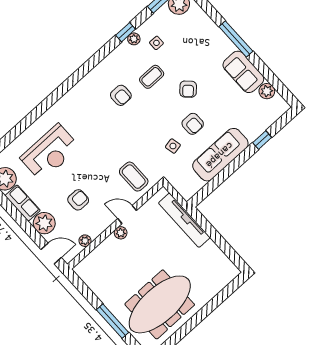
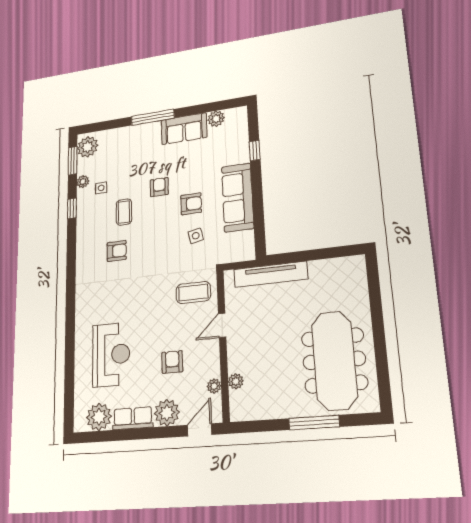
plant: (134, 39) -> (83, 182), moved
armchair: (188, 89) -> (159, 187), turned -134
plant: (121, 233) -> (236, 381), moved

